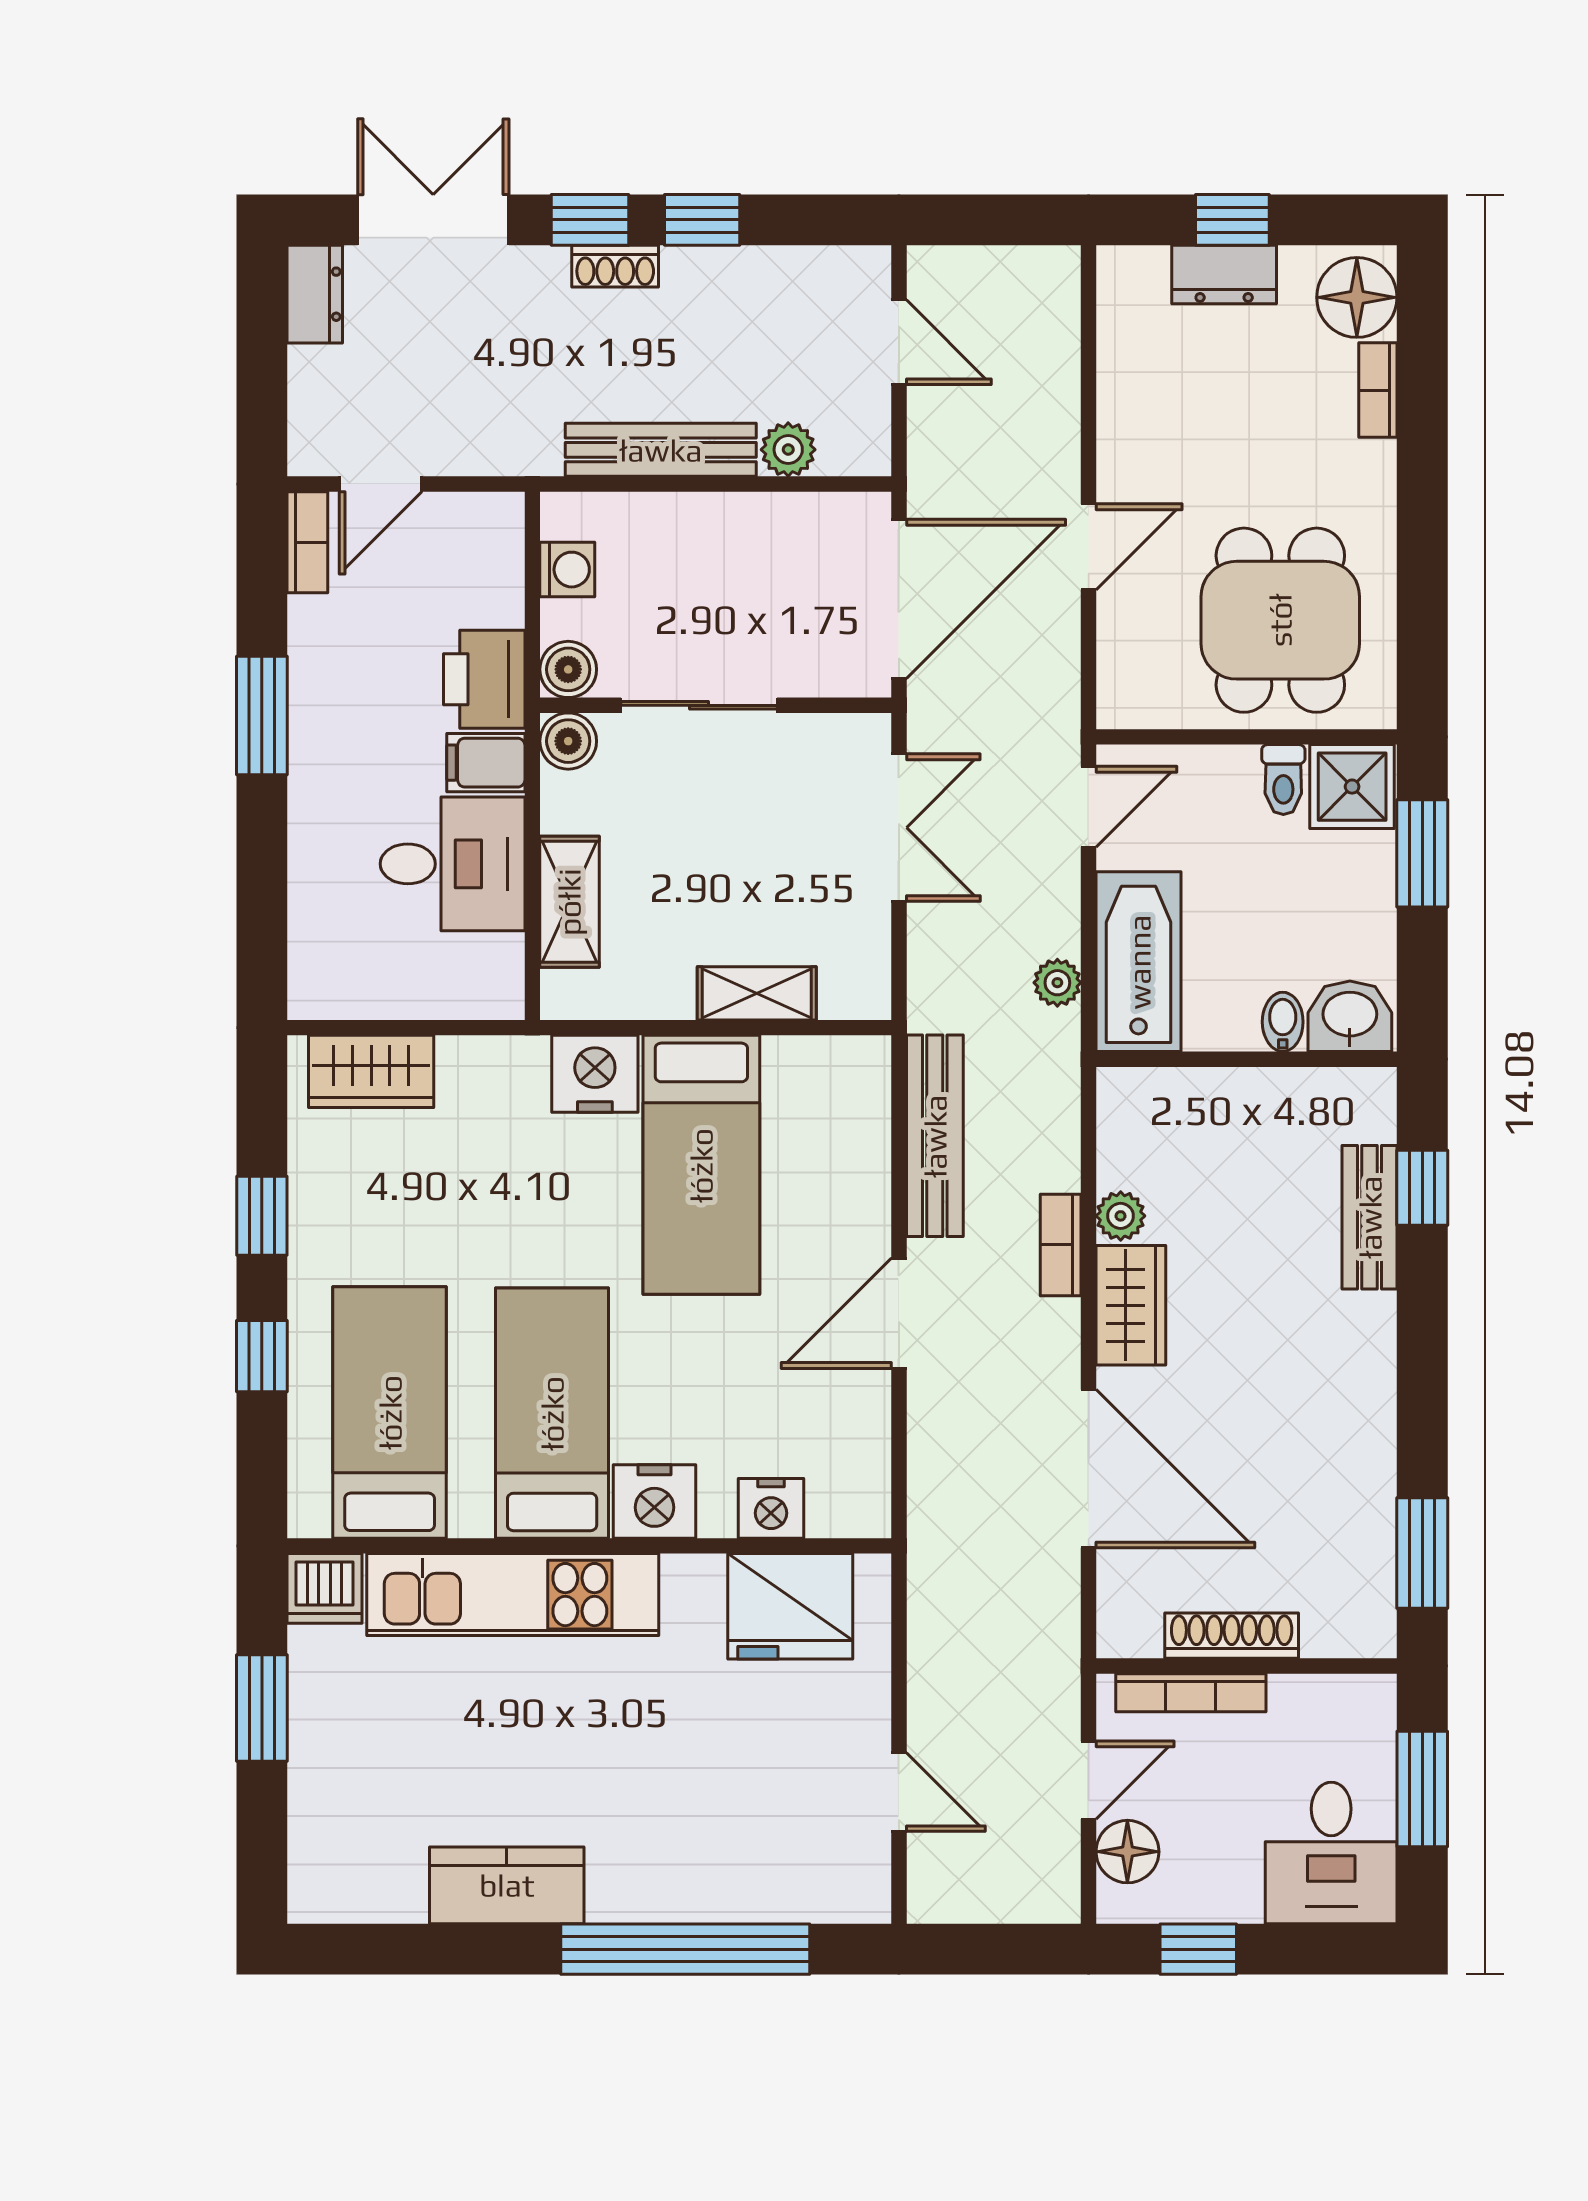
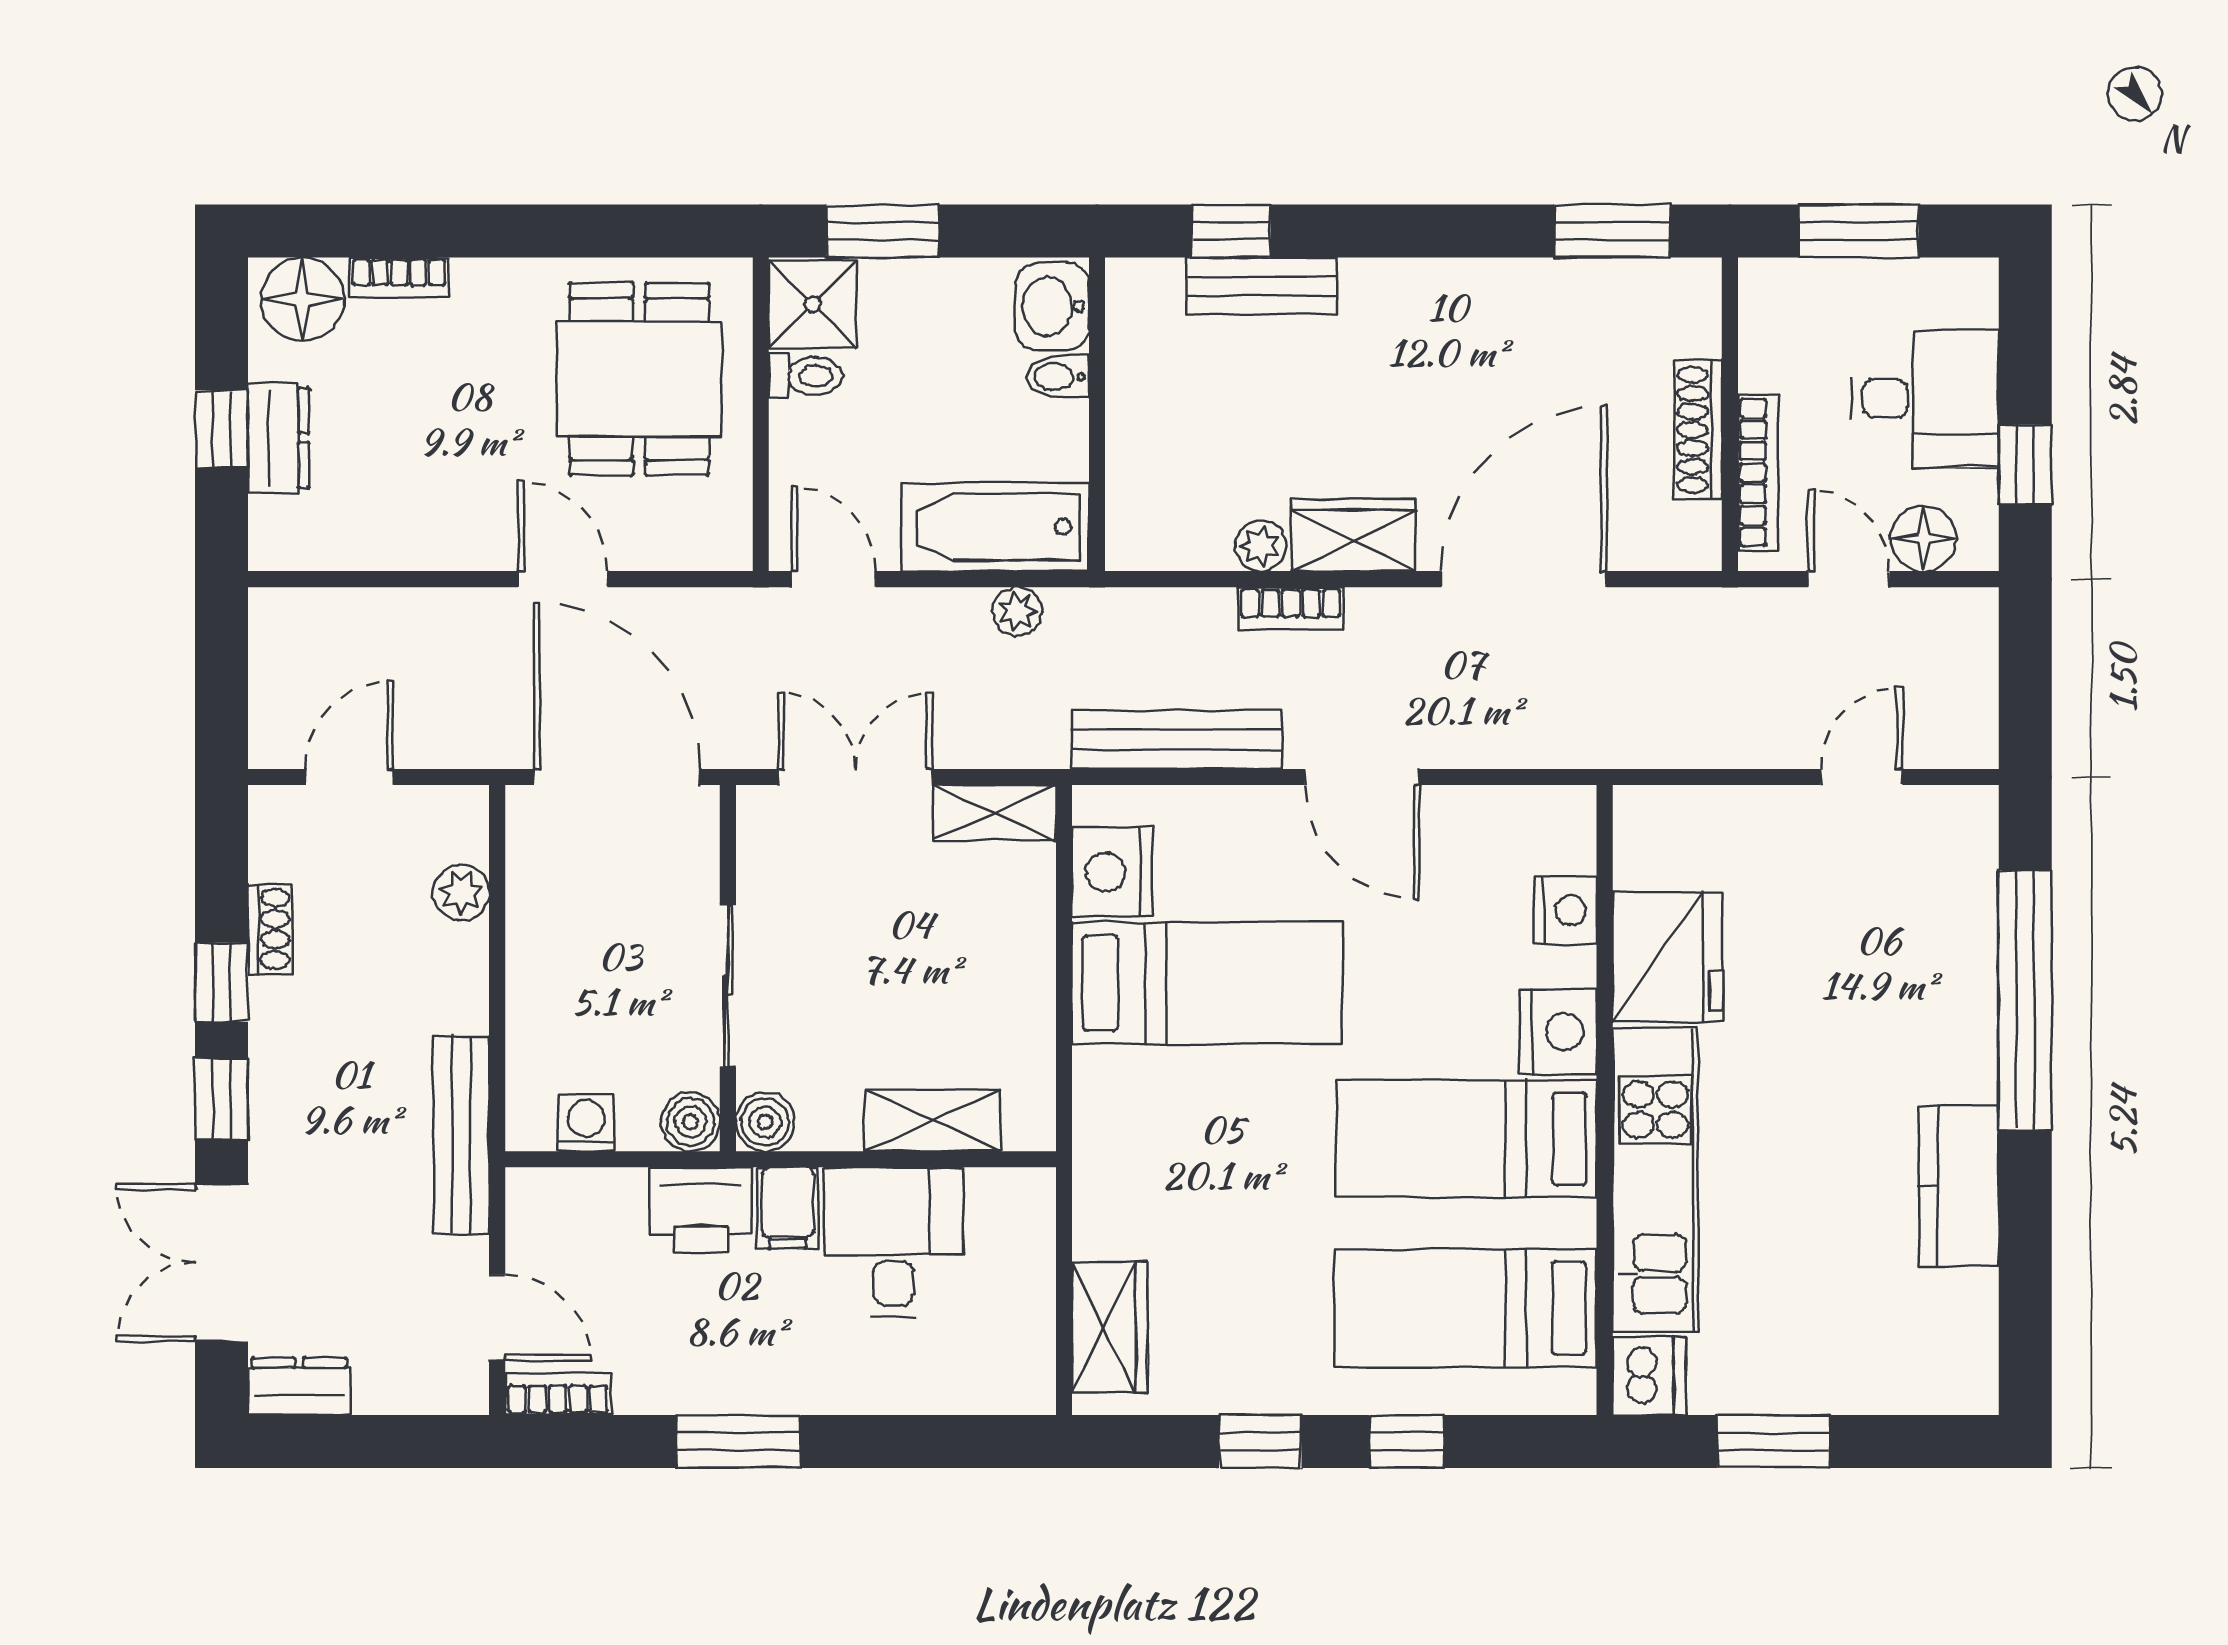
shoe rack: (615, 266) -> (270, 929), moved
bench: (661, 450) -> (461, 1135), moved
dining table: (1280, 620) -> (639, 379), turned 90
shelving: (757, 993) -> (994, 813), moved, turned 90
nightstand: (595, 1074) -> (1112, 872), moved
fridge: (790, 1606) -> (1668, 957), moved
desk: (1331, 1853) -> (1925, 398), moved

